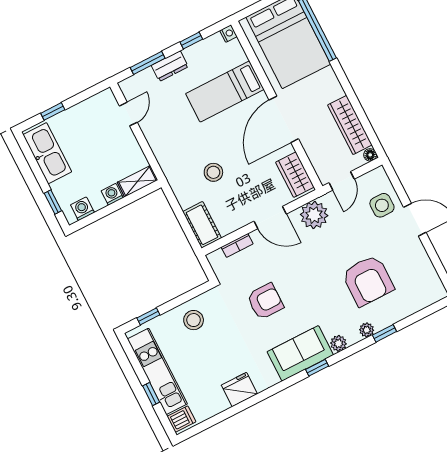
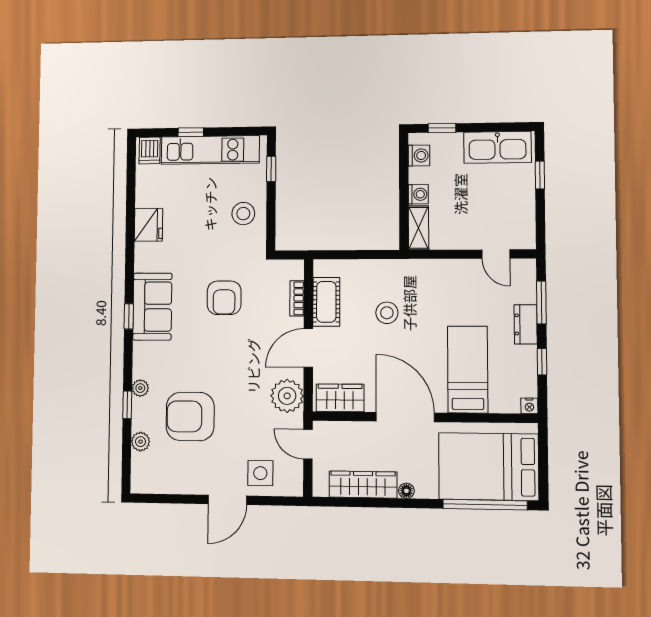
floor lamp: (370, 155) -> (406, 491), moved
cot: (202, 225) -> (326, 302), moved, turned 90
plant: (338, 343) -> (141, 442), moved

